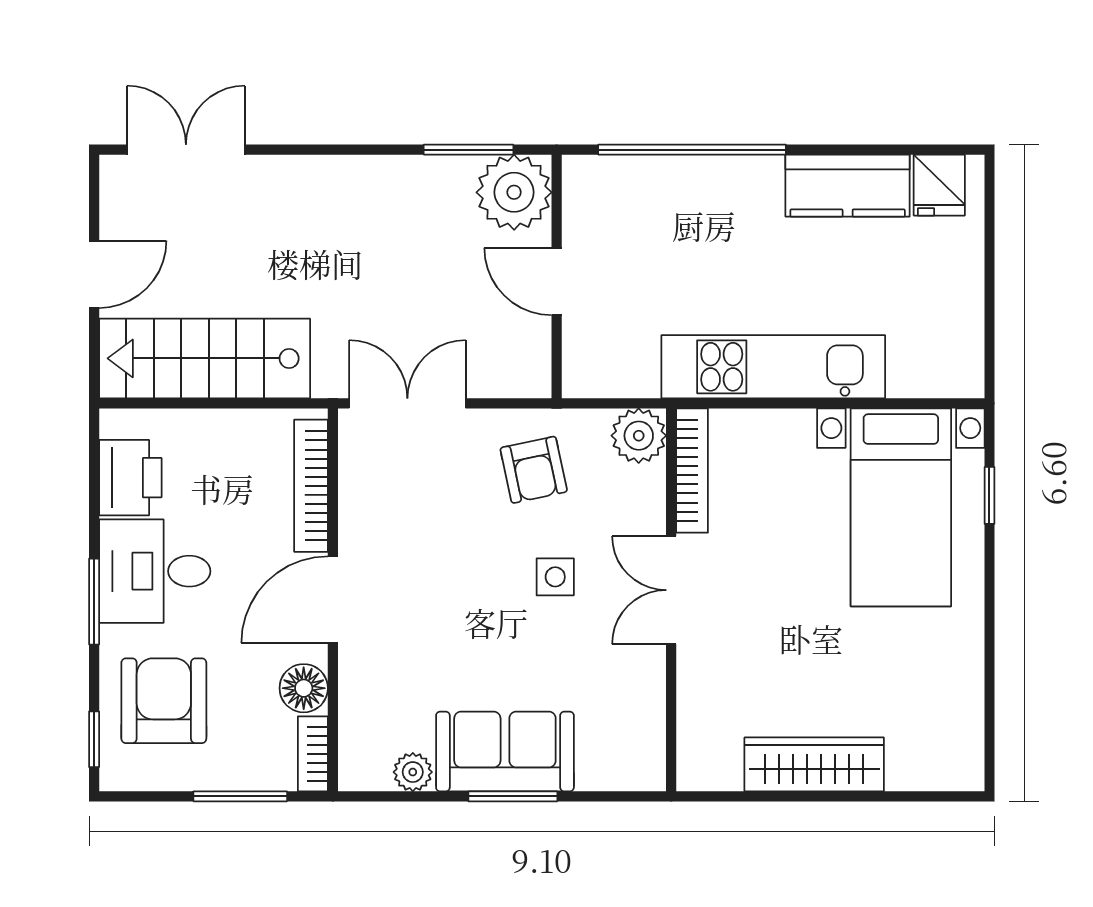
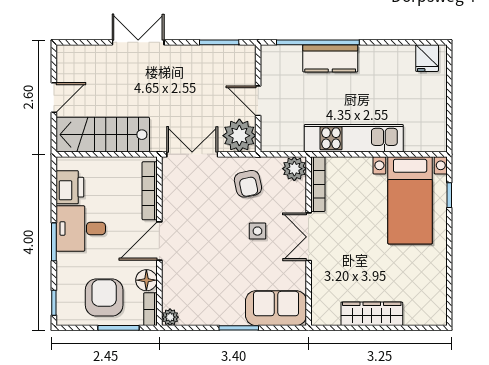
double door: (186, 150) -> (138, 42), moved
kitchen counter: (848, 186) -> (330, 58), moved
plant: (514, 192) -> (239, 136), moved
armchair: (164, 701) -> (104, 297), moved
sofa: (505, 751) -> (276, 308), moved
plant: (413, 772) -> (170, 317), moved

